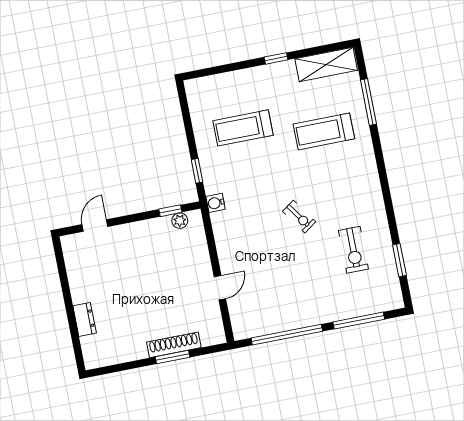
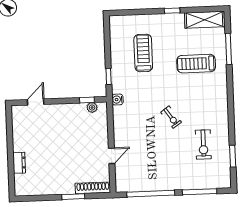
treadmill: (243, 128) -> (143, 53), turned 90
shoe rack: (174, 345) -> (93, 188), moved

